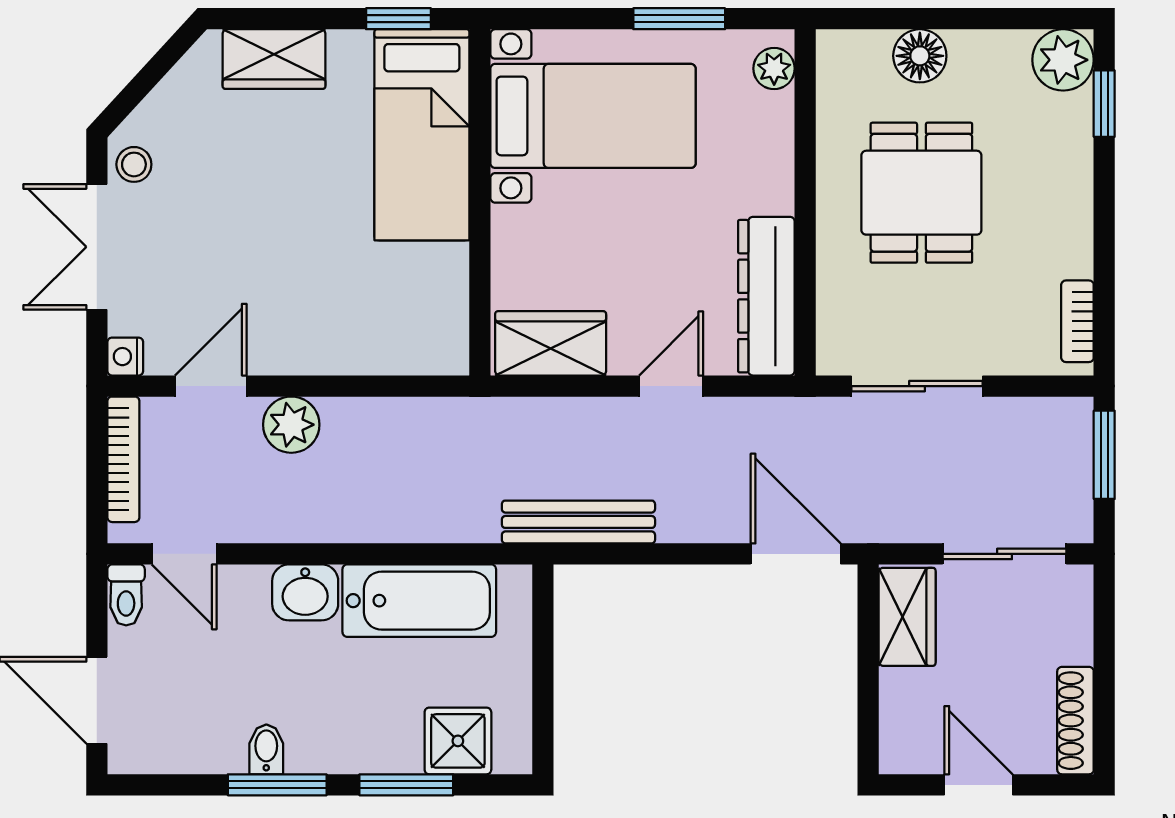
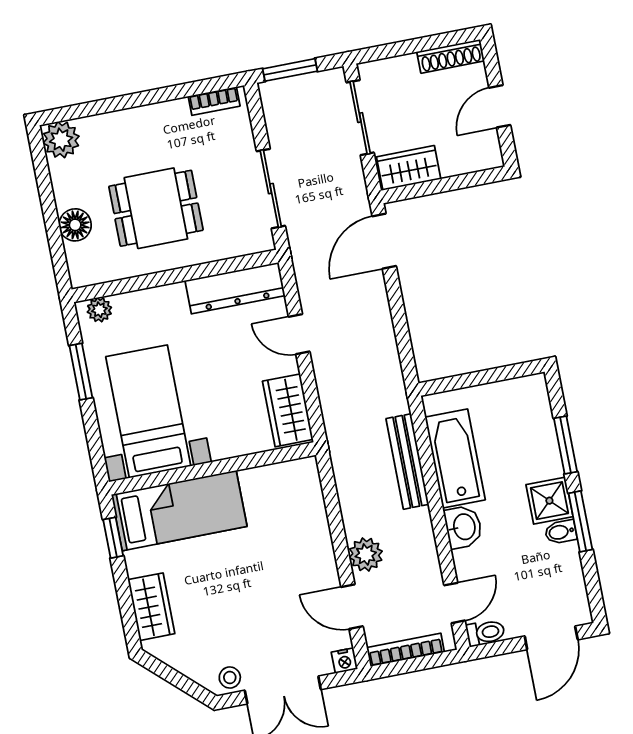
window: (1104, 104) -> (82, 110), removed
bench: (578, 522) -> (407, 461), moved
shower: (458, 741) -> (549, 501), moved

